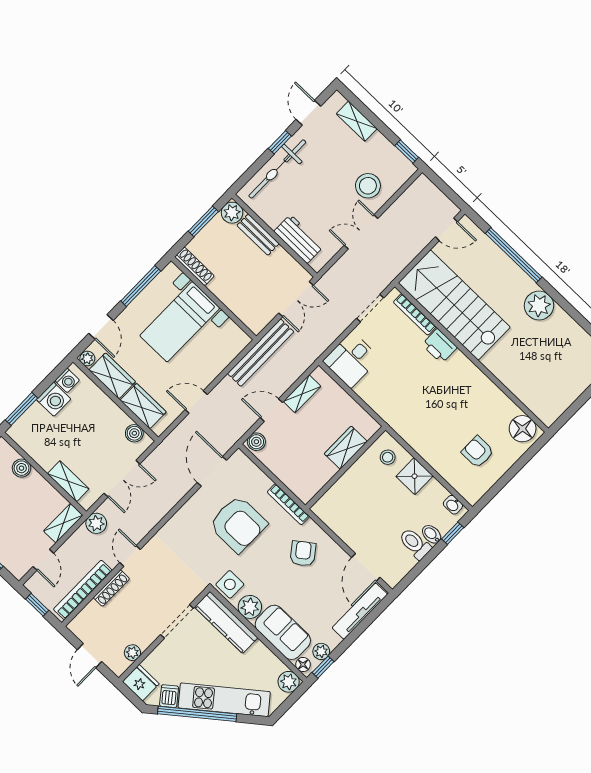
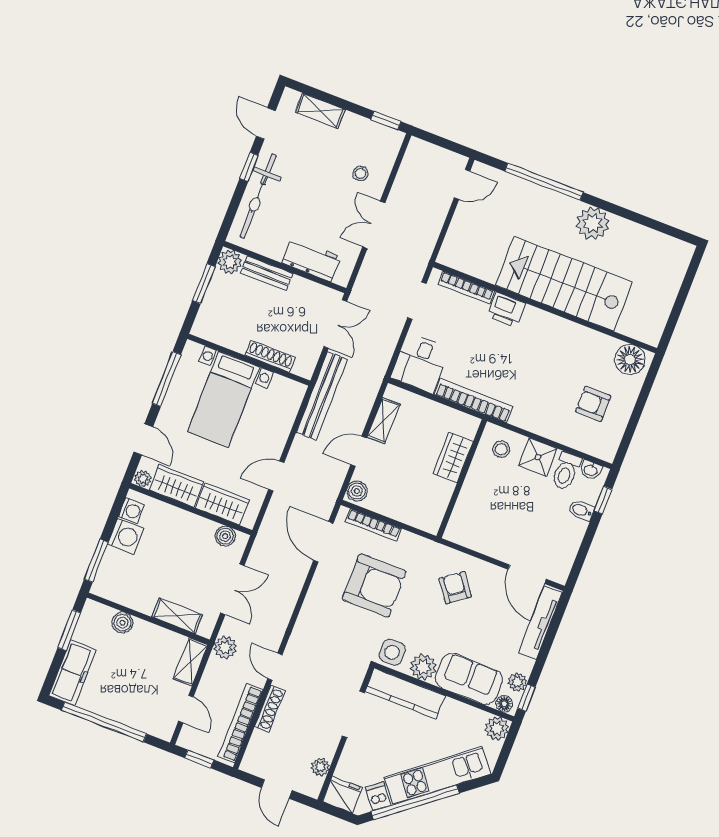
stool: (368, 186) -> (360, 173), width x0.53, depth x0.53
shoe rack: (194, 266) -> (270, 356), moved
stairs: (454, 305) -> (564, 284), moved
bookcase: (382, 408) -> (474, 401), added
bookcase: (288, 504) -> (373, 525), moved
toilet: (415, 544) -> (566, 471), moved, turned -90

